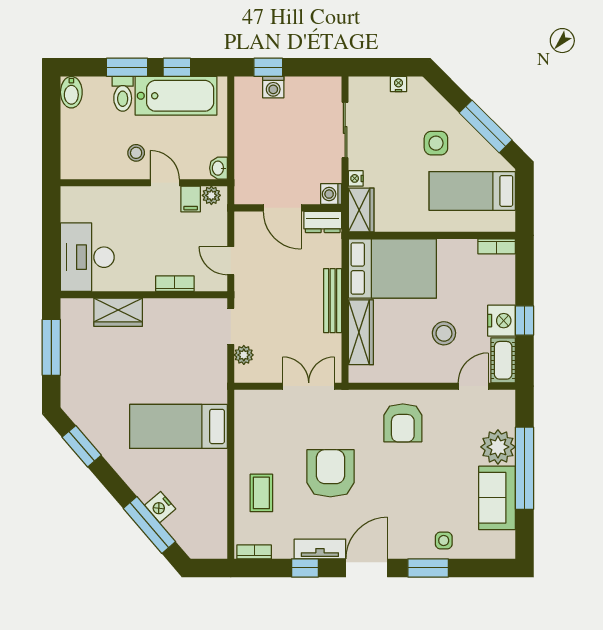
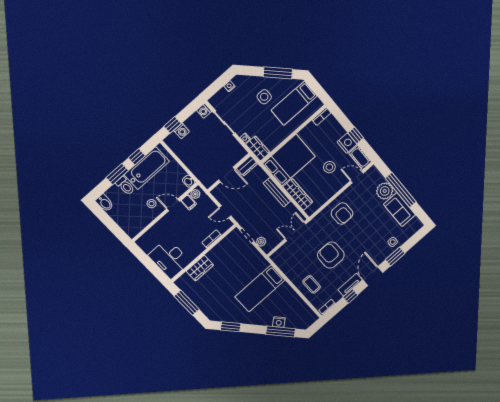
washing machine: (331, 194) -> (204, 111), moved
door: (473, 386) -> (357, 177), hinge flipped

